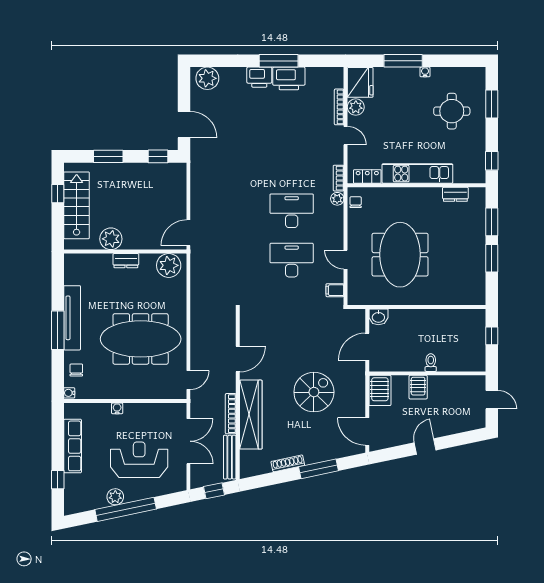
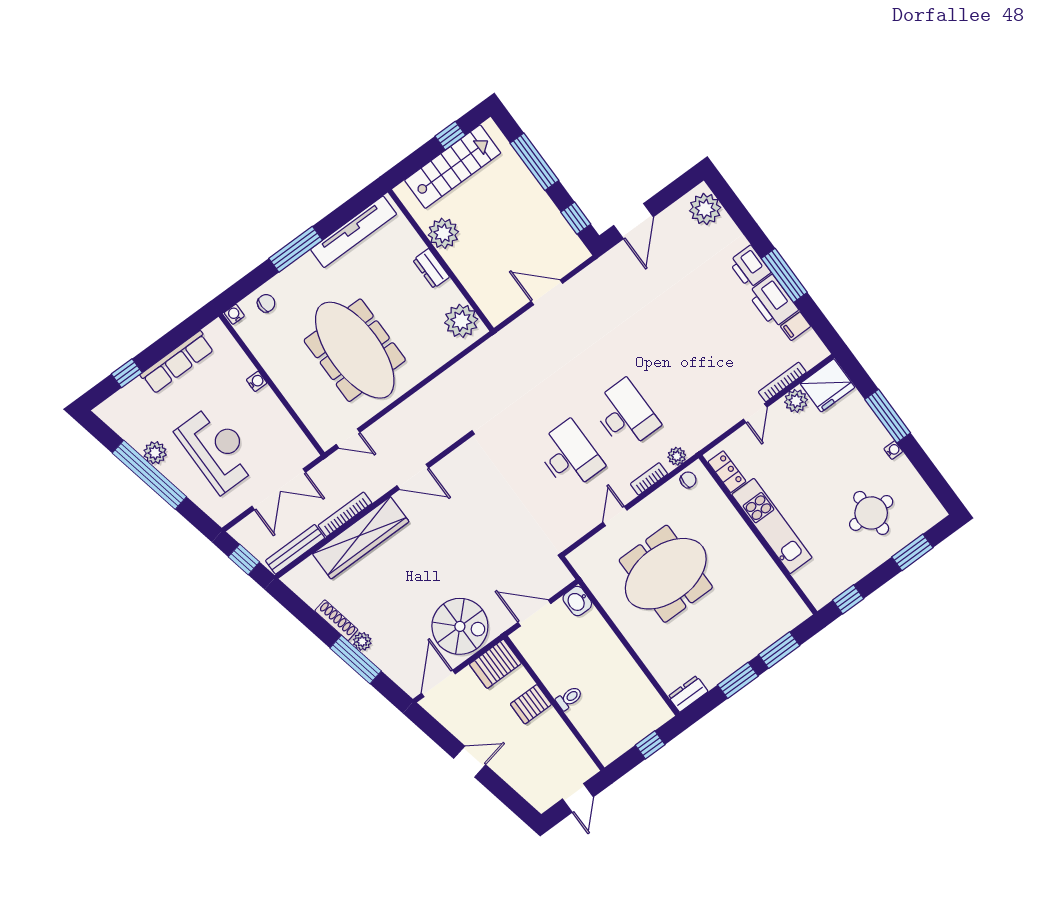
window: (108, 156) -> (534, 162), width x1.44
bookcase: (339, 178) -> (649, 479), moved
dresser: (455, 194) -> (688, 694), moved, turned 90
door: (188, 233) -> (547, 292), moved
filing cabinet: (335, 290) -> (796, 326), moved, turned -90
tv unit: (72, 318) -> (354, 232), moved
spiral stairs: (314, 392) -> (460, 626), moved
plant: (311, 457) -> (362, 641), added

